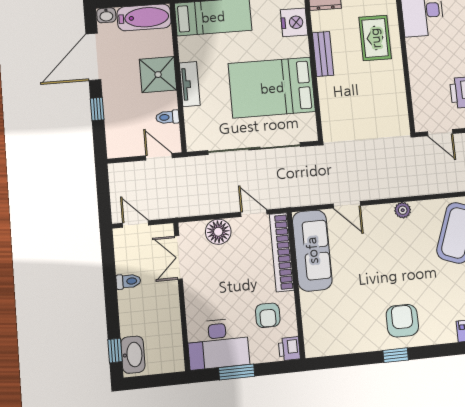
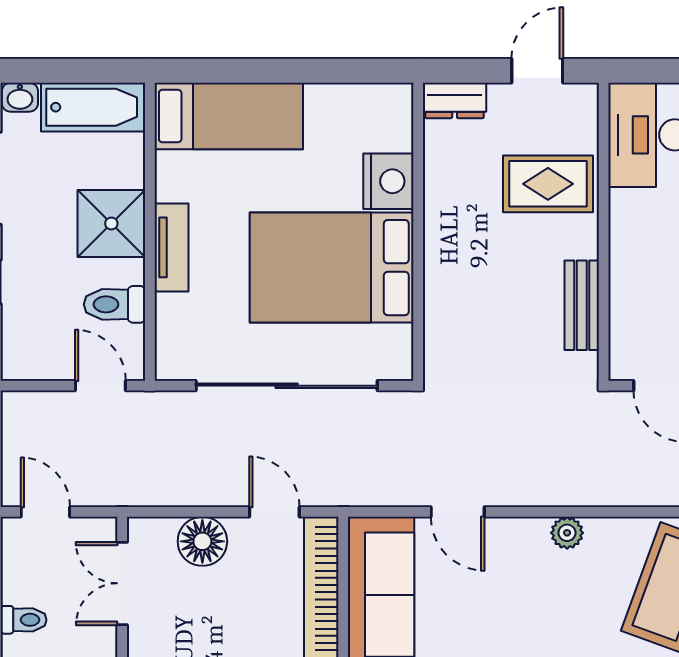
nightstand: (294, 22) -> (388, 181), moved
rug: (375, 38) -> (548, 184), turned 90
bench: (323, 54) -> (582, 305), moved
toilet: (168, 117) -> (115, 304), width x1.37, depth x1.39

